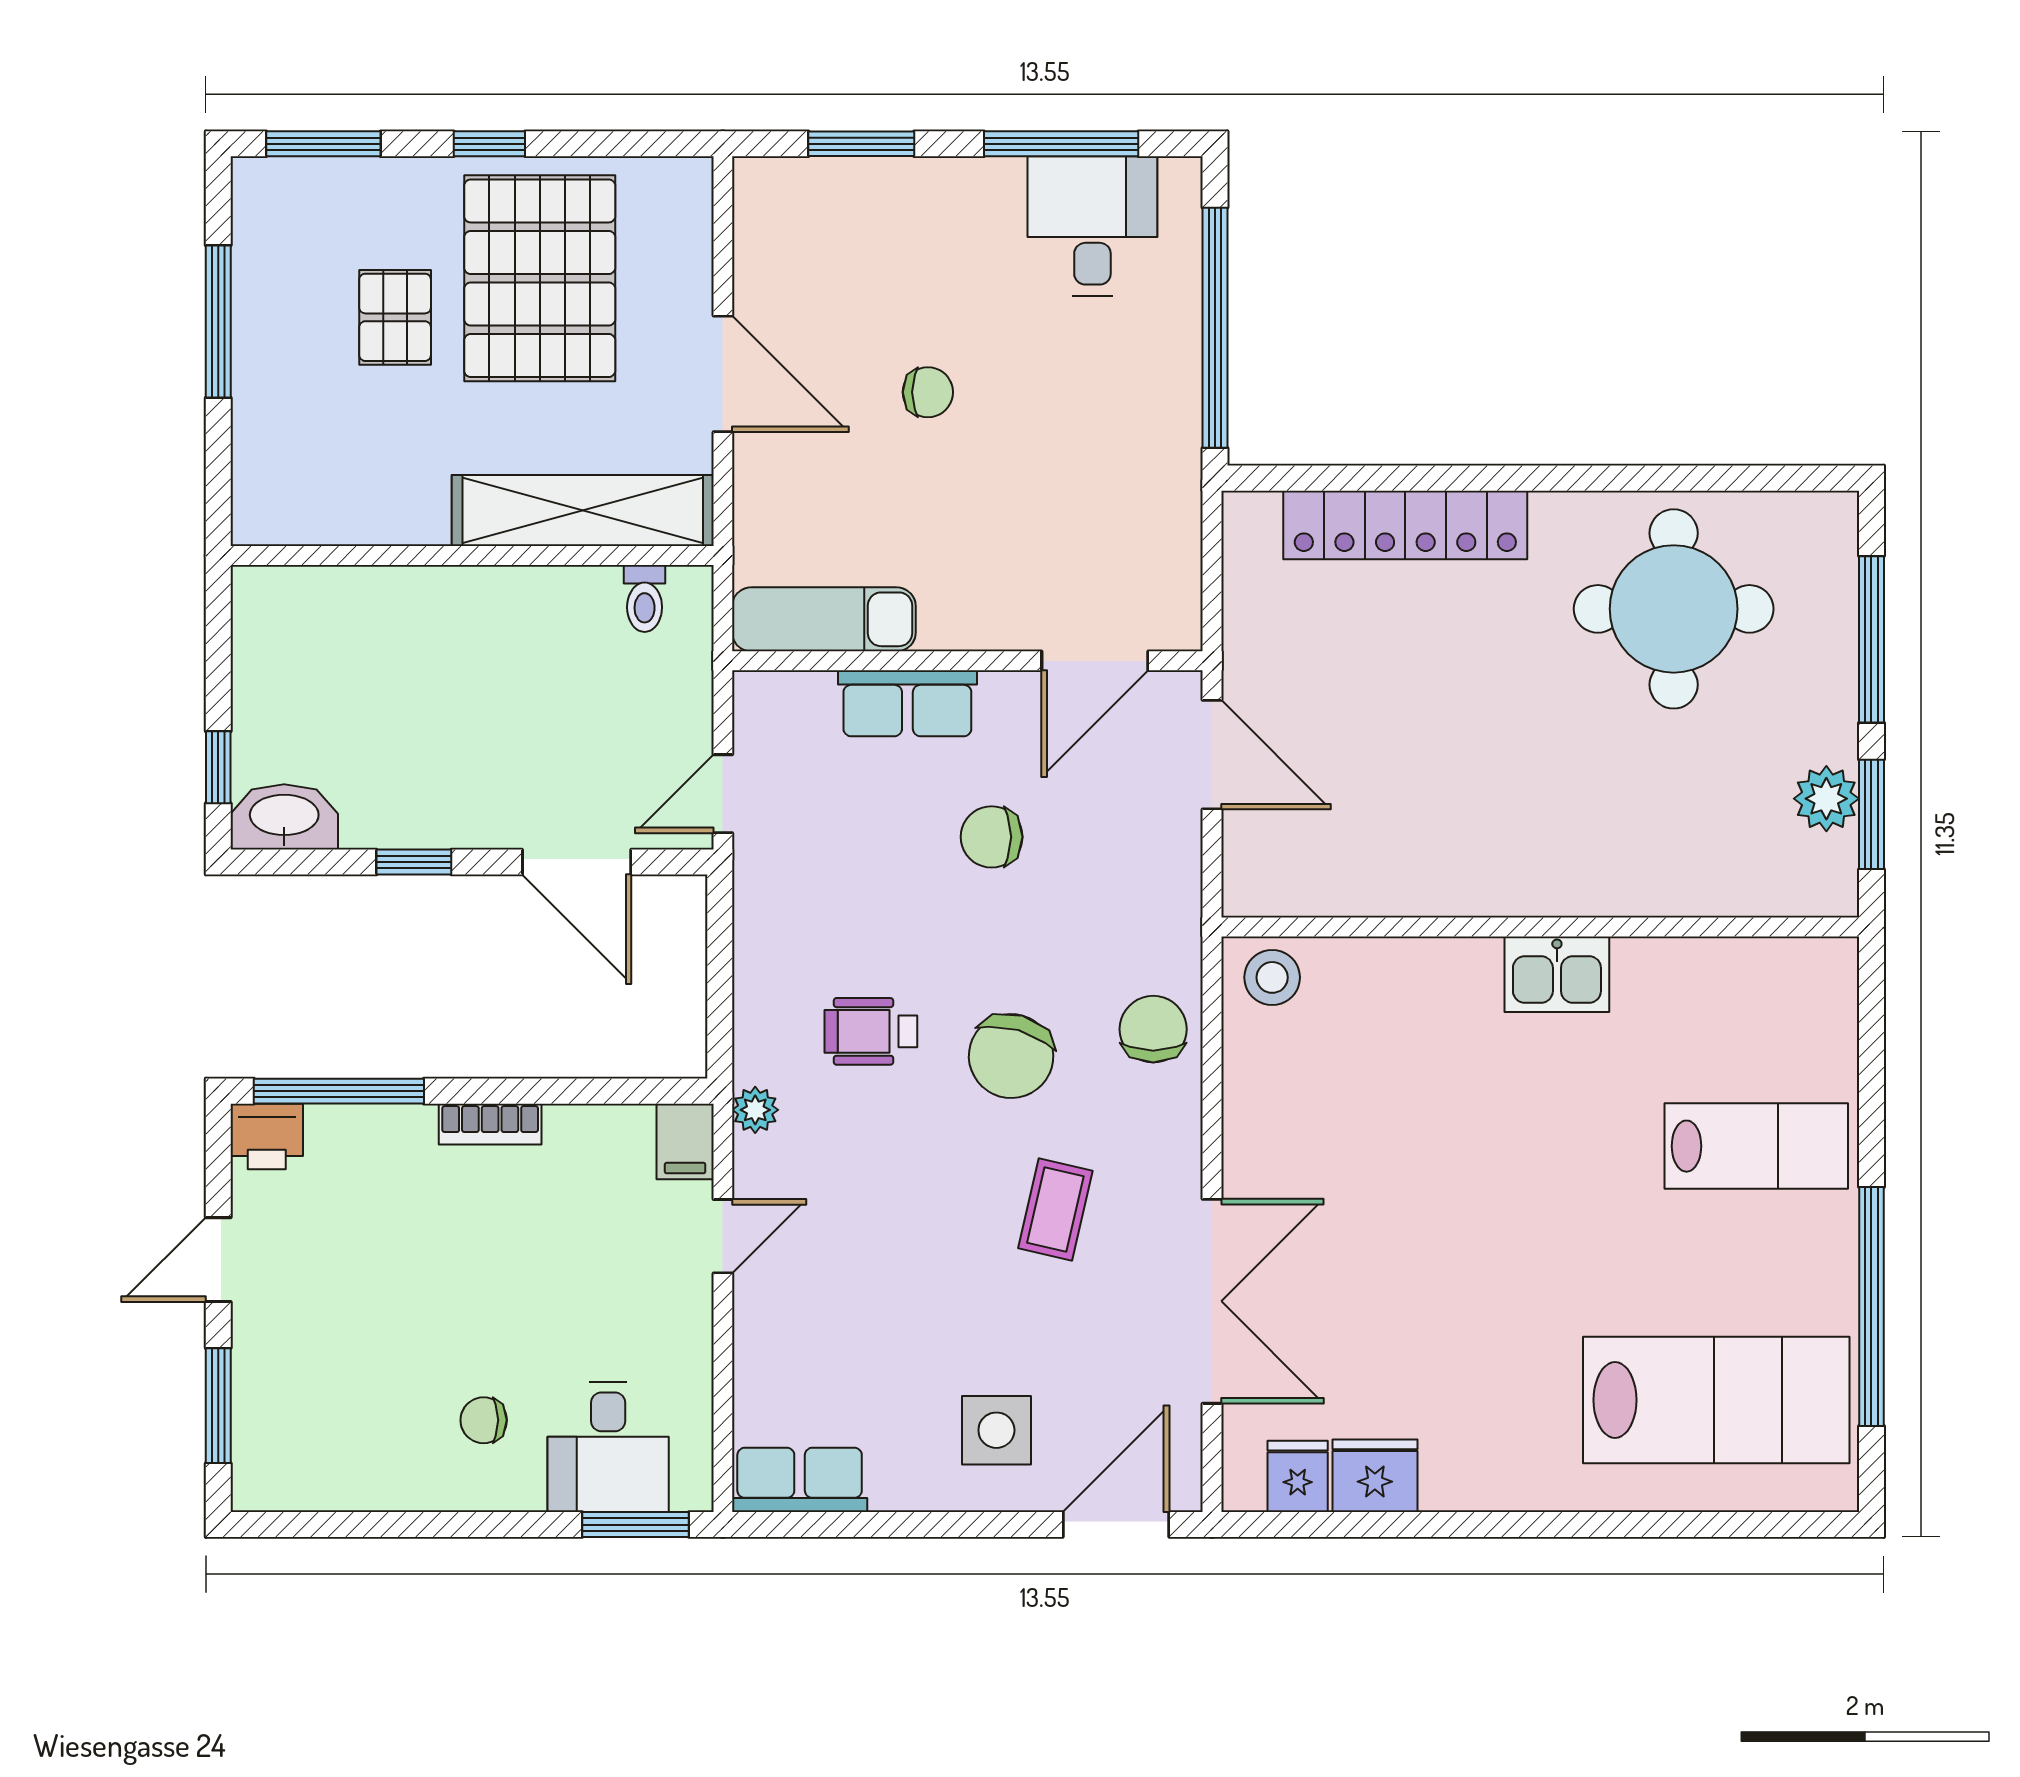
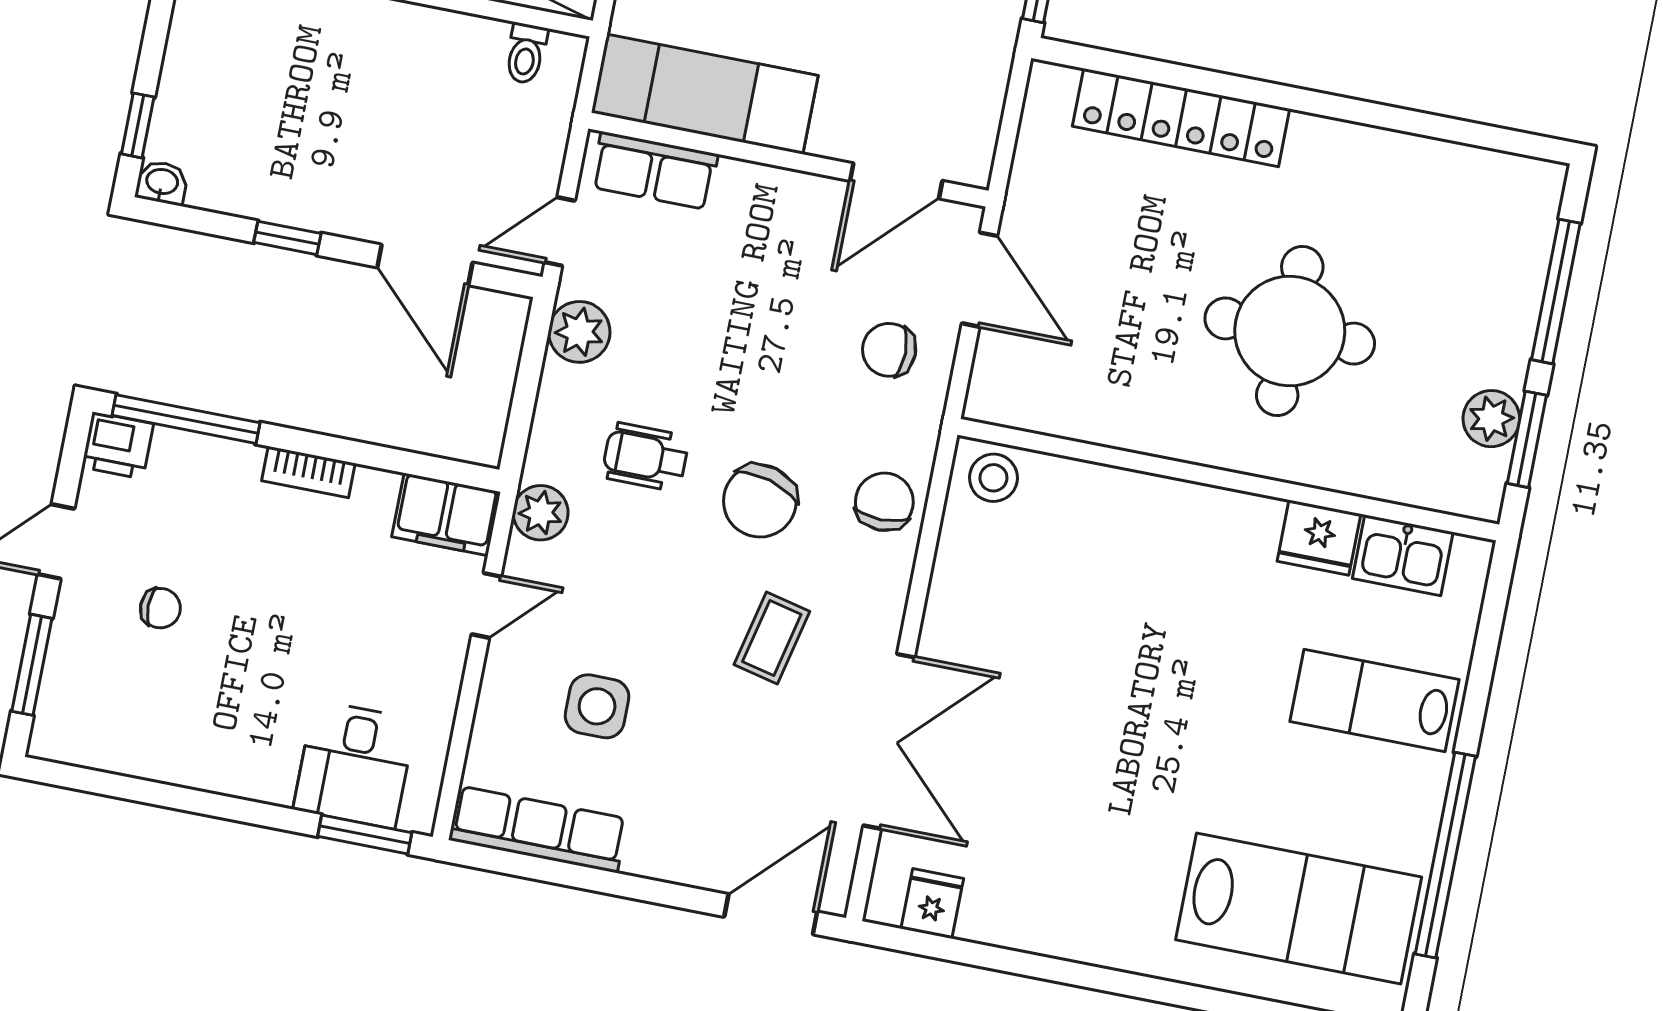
round table: (1674, 609) -> (1290, 331), moved
exam couch: (824, 619) -> (705, 94), width x1.36, depth x1.45
row of seats: (907, 703) -> (654, 171), moved
washbasin: (284, 817) -> (162, 183), width x0.52, depth x0.69
chair: (992, 837) -> (889, 350), moved
plant: (768, 904) -> (579, 332), added
kitchen sink: (1557, 974) -> (1403, 555), moved
plant: (755, 1110) -> (541, 513), width x1.38, depth x1.38
filing cabinet: (685, 1141) -> (446, 514), width x2.00
lab bench: (1756, 1146) -> (1375, 700), turned 180
chair: (484, 1420) -> (160, 608), moved, turned 180
side table: (996, 1430) -> (597, 706), moved
fridge: (1375, 1476) -> (1319, 538), moved, turned 180
row of seats: (800, 1480) -> (538, 829), width x1.48

